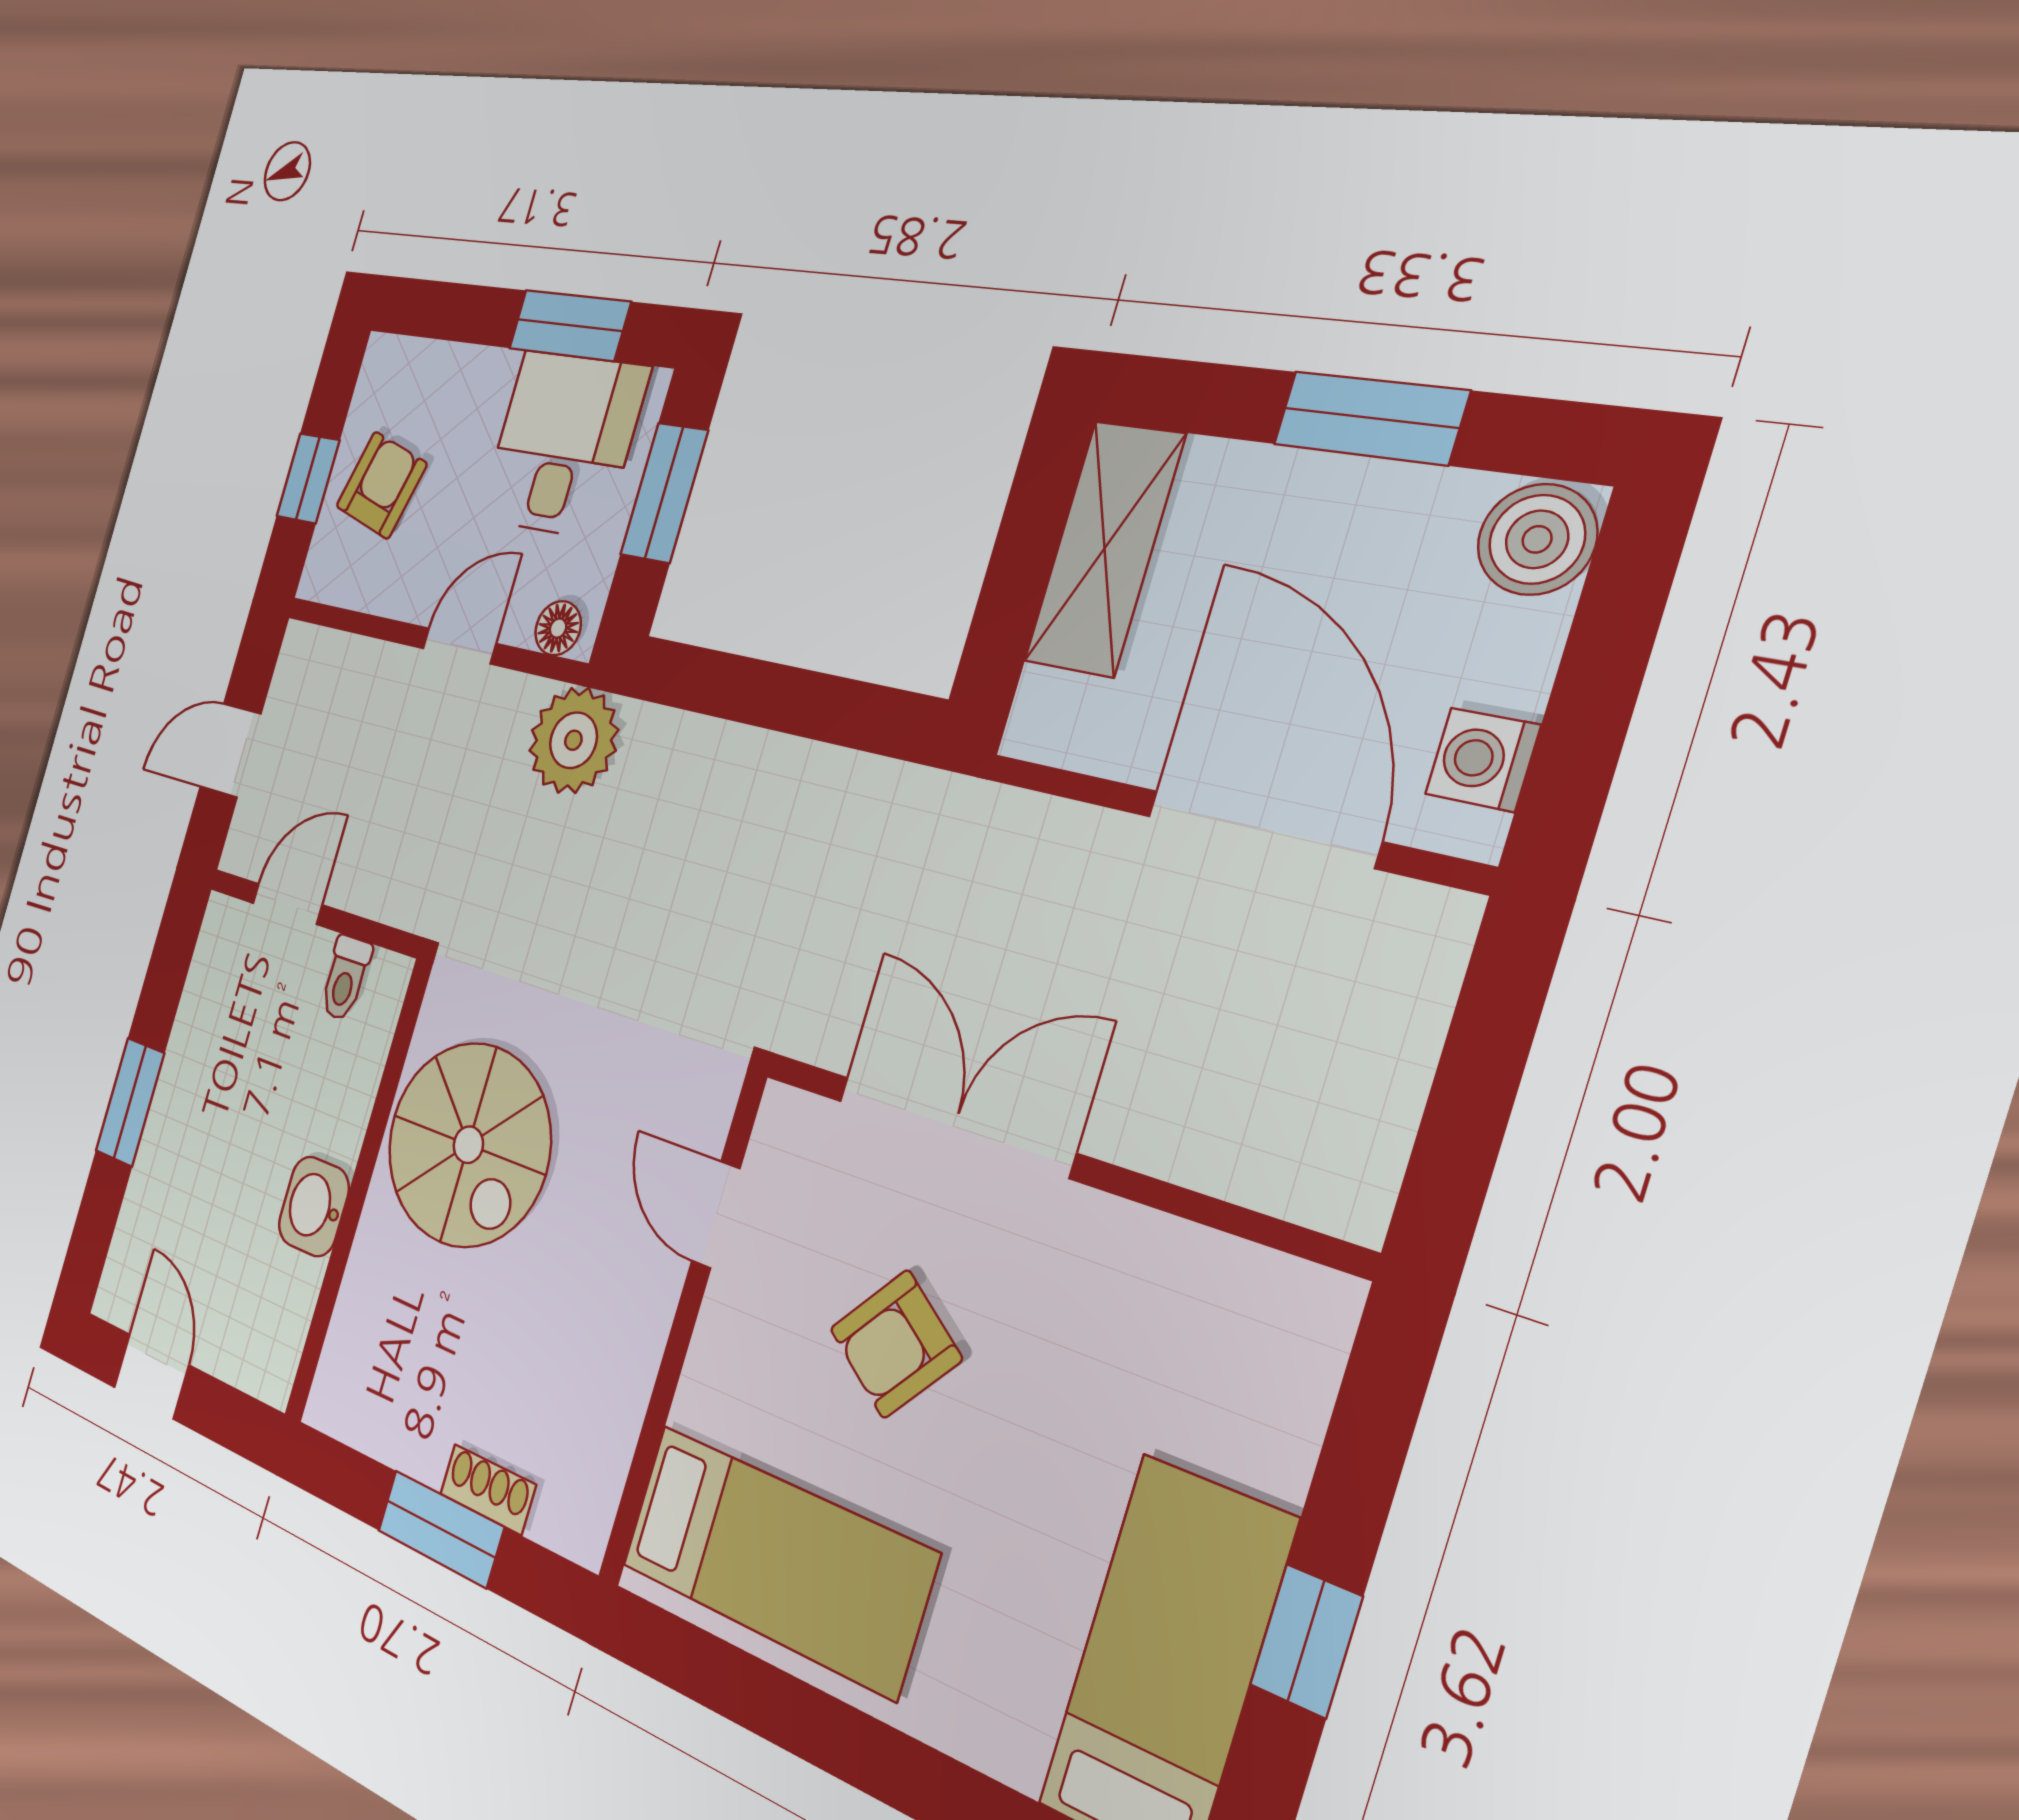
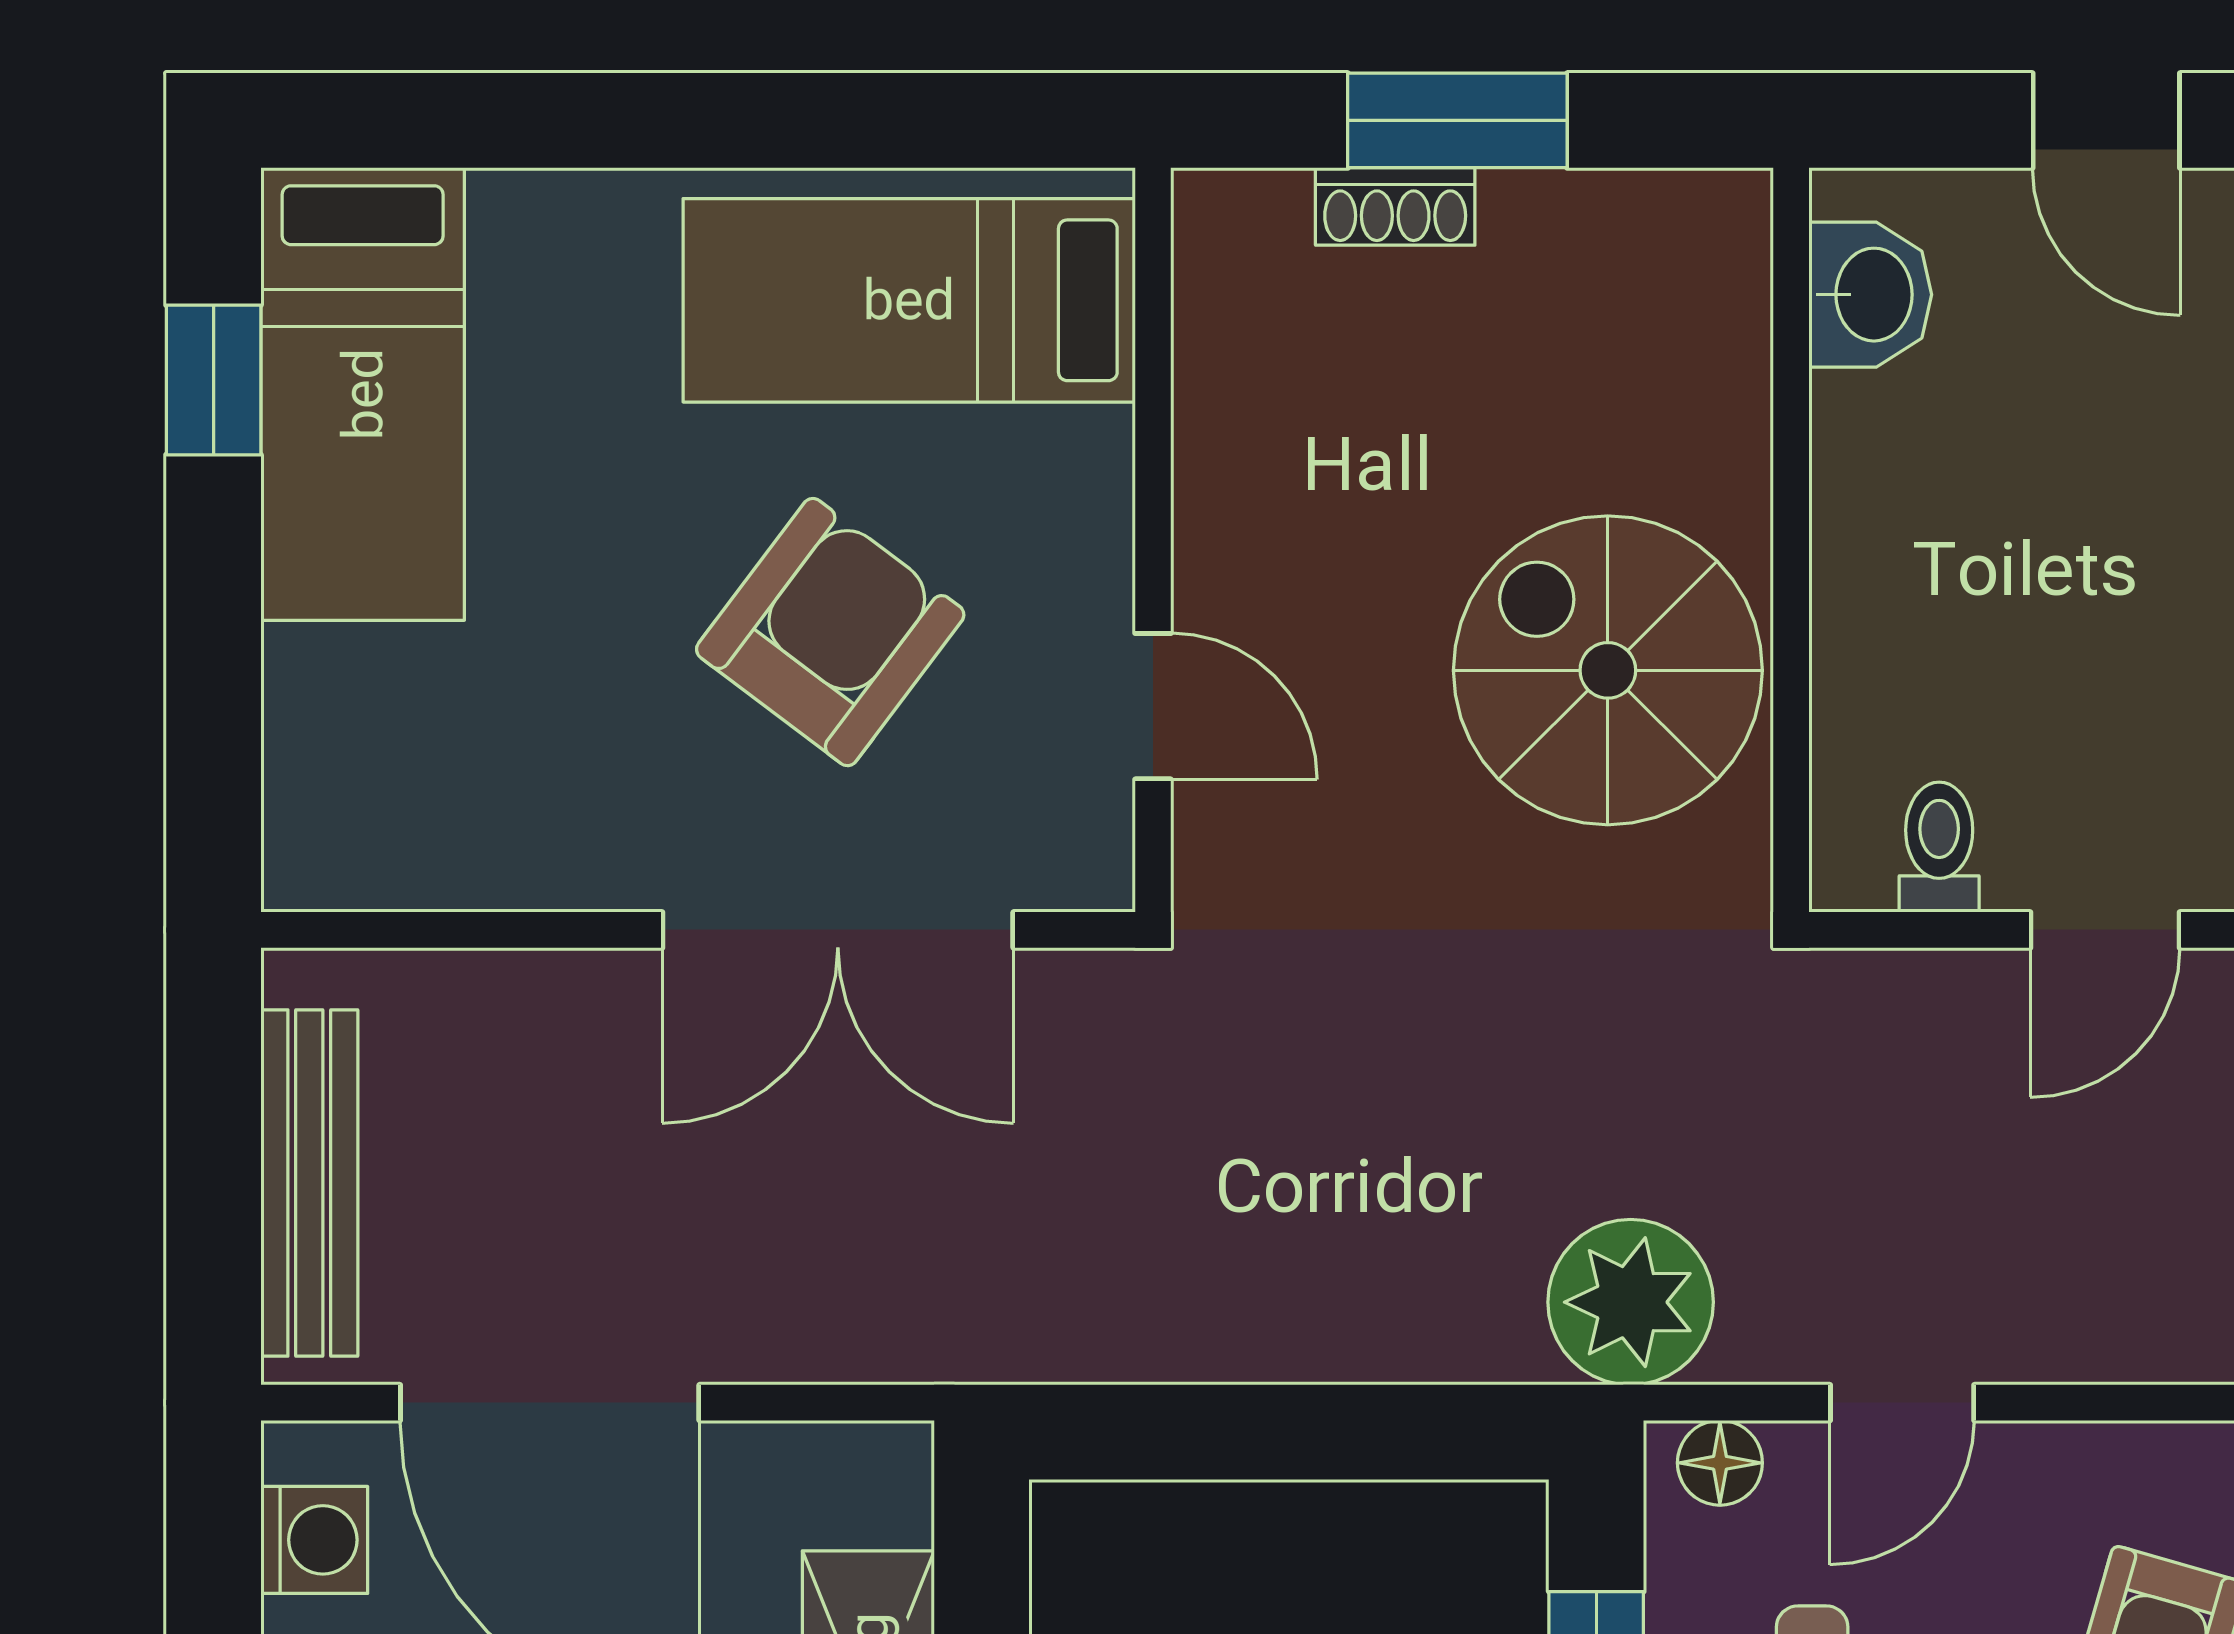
bench: (1399, 1050) -> (309, 1183), added
washbasin: (314, 1206) -> (1870, 295), moved
armchair: (896, 1344) -> (830, 632), width x1.38, depth x1.38
window: (1306, 1641) -> (214, 380), moved

